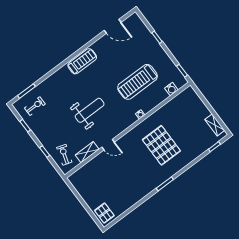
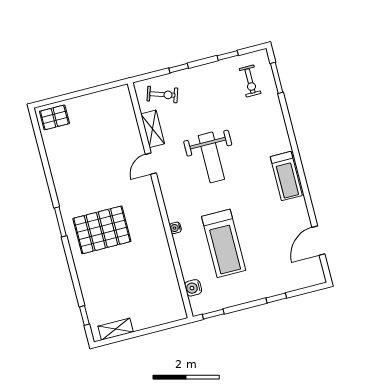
treadmill: (137, 82) -> (224, 243), turned 180
pallet: (161, 145) -> (102, 230), moved

